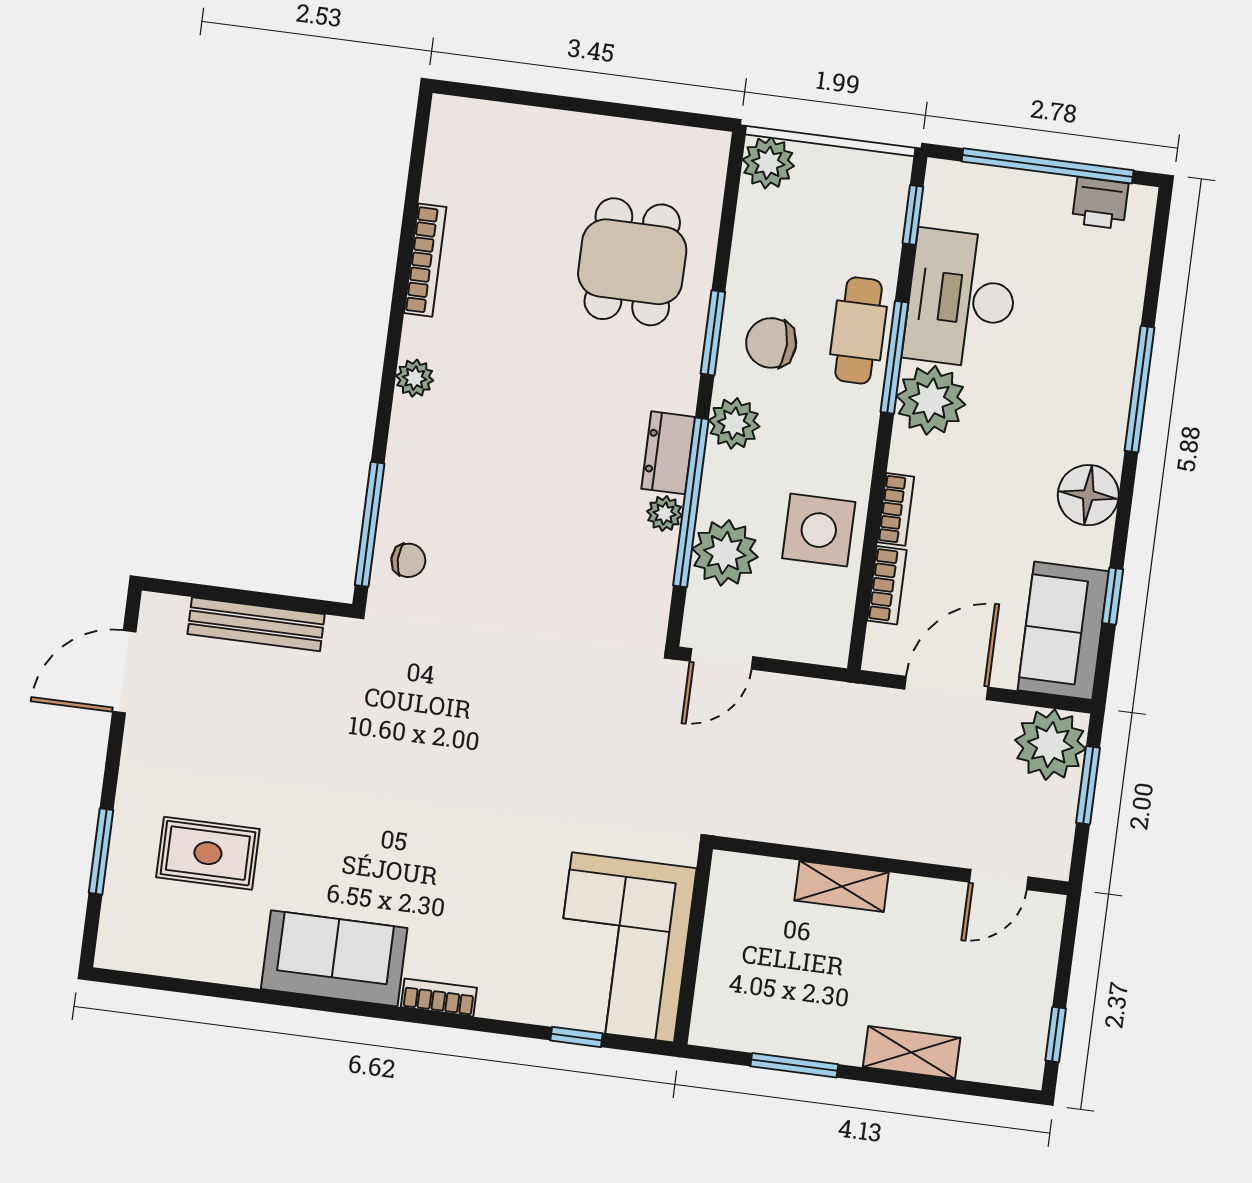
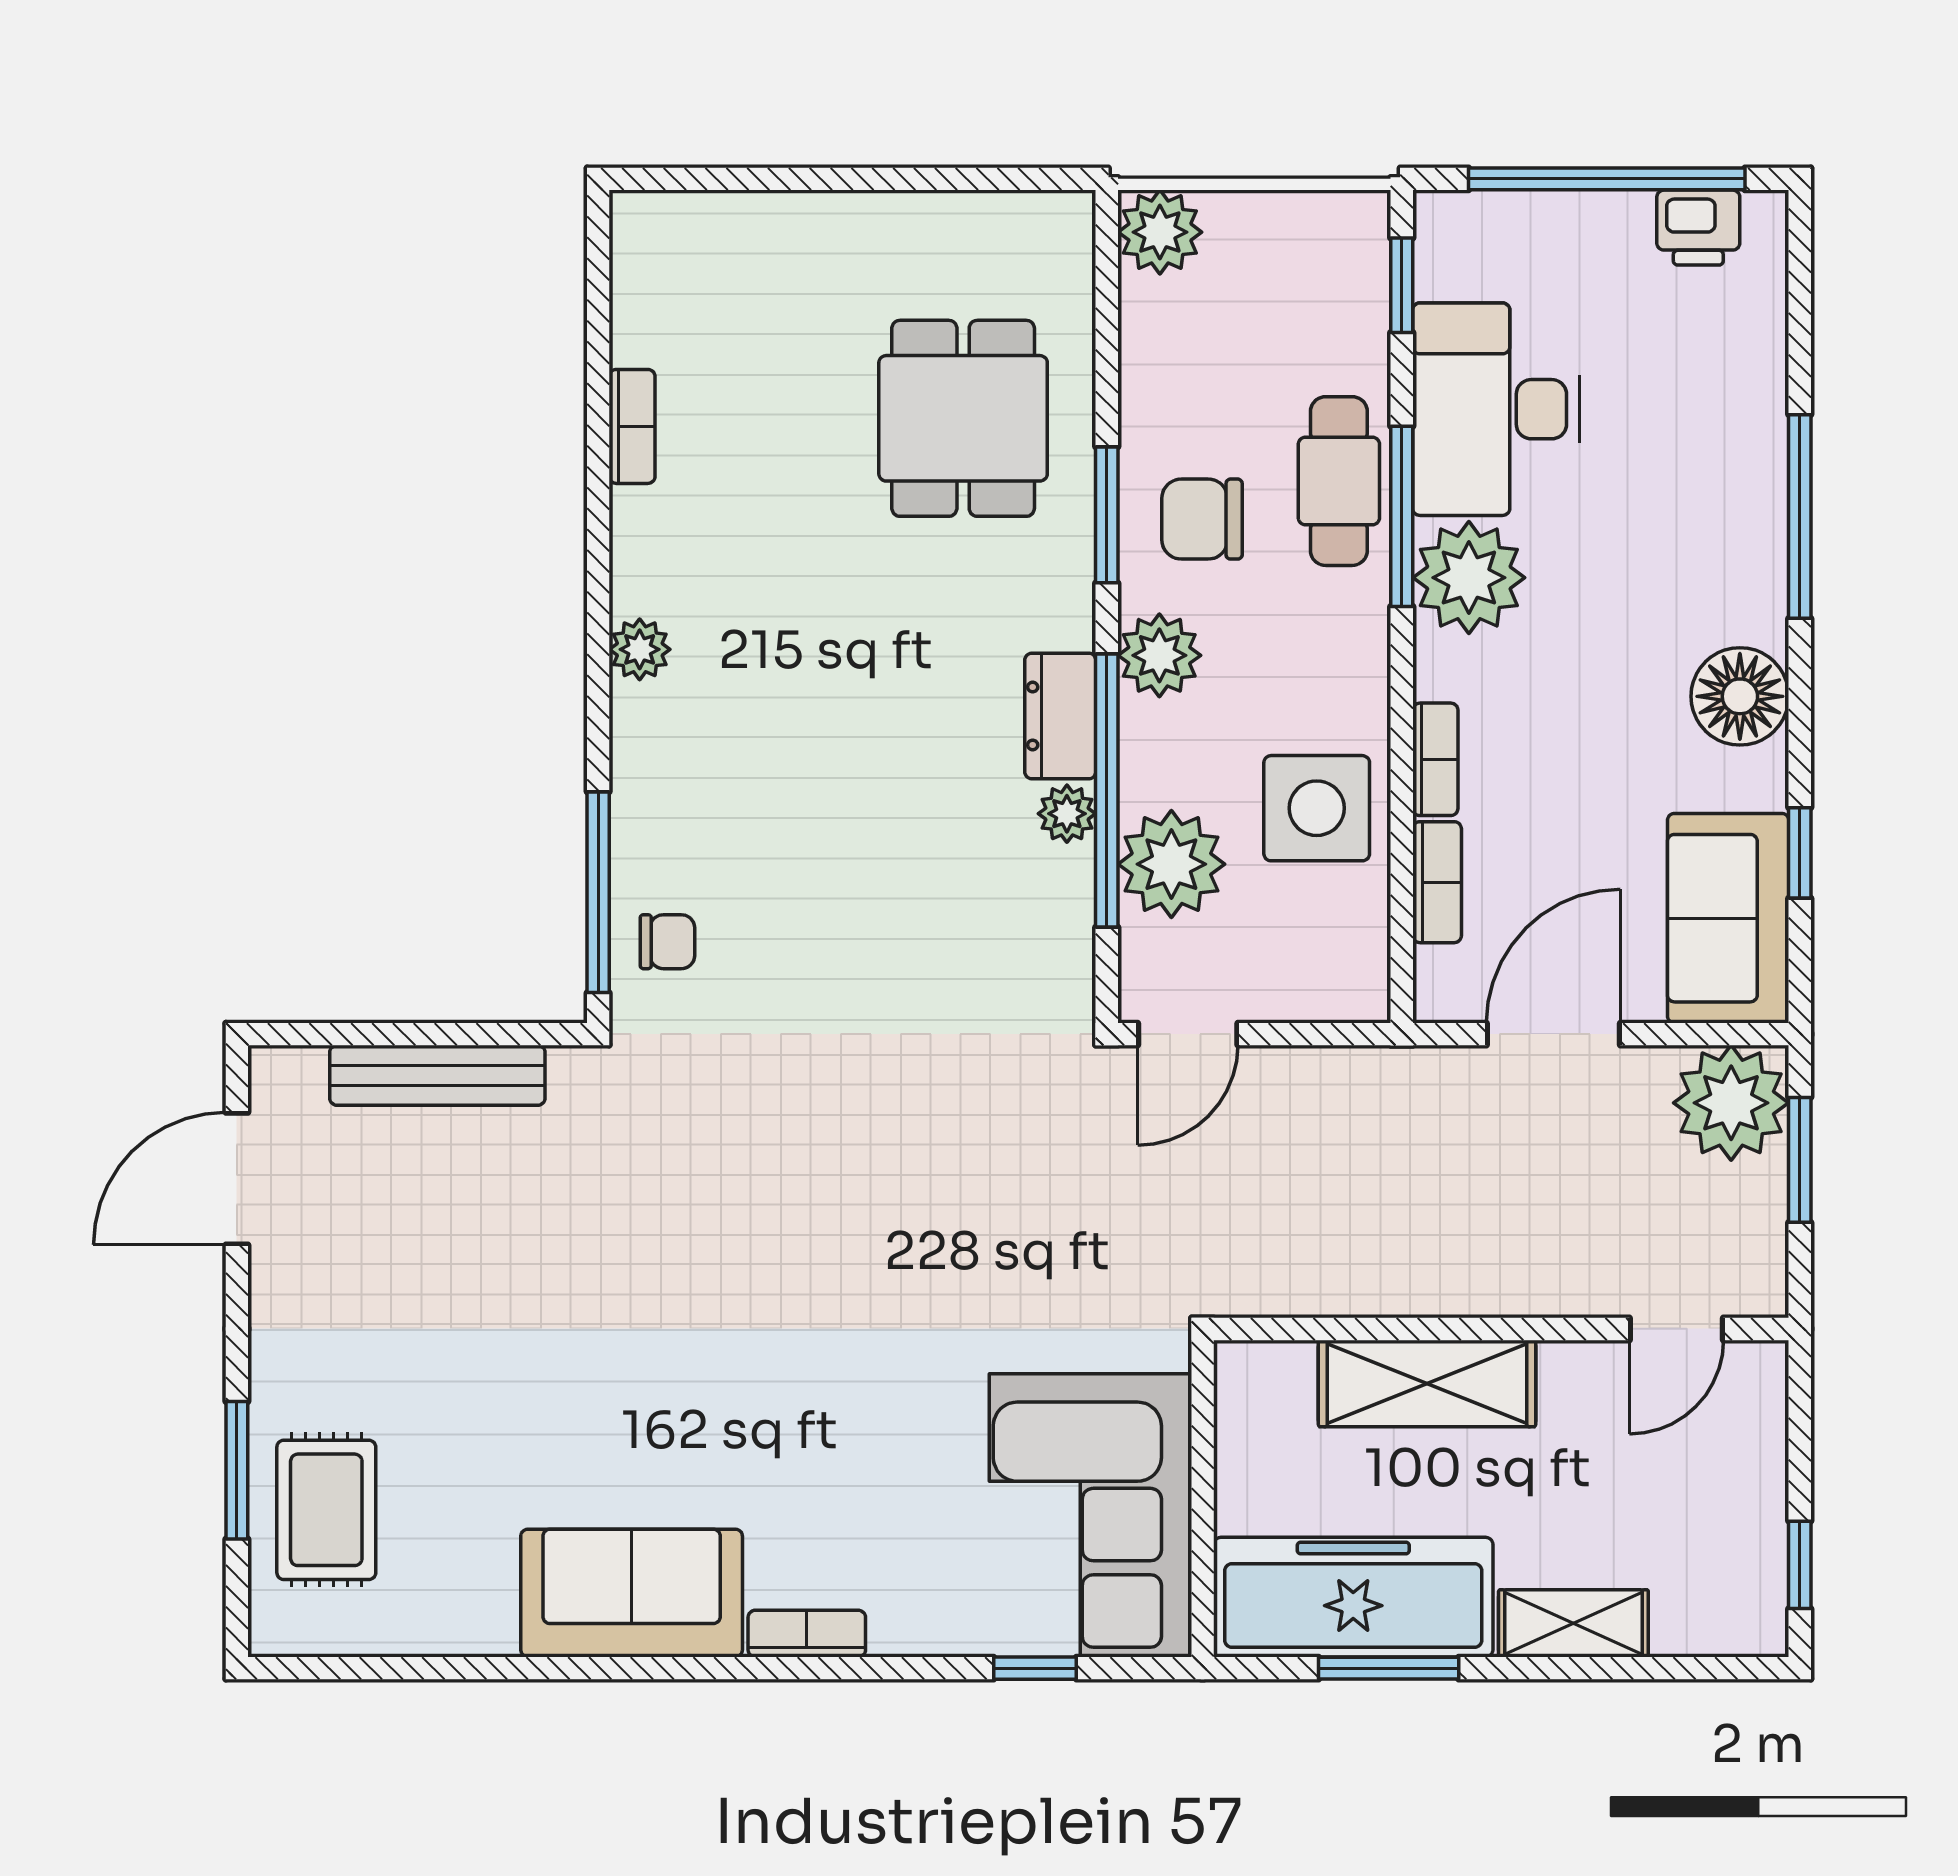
bookcase: (425, 260) -> (632, 426), width x0.64
rug: (208, 853) -> (326, 1510), moved, turned 90
shelving: (842, 886) -> (1427, 1383), width x1.50, depth x1.33
freezer: (778, 1019) -> (1353, 1597), added

